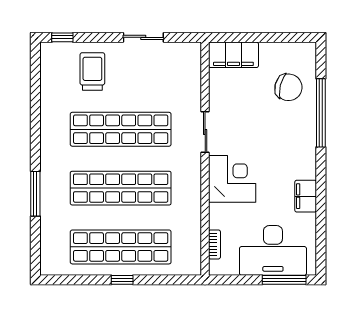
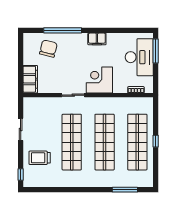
window: (35, 194) -> (125, 190), moved
filing cabinet: (306, 196) -> (97, 39), moved

